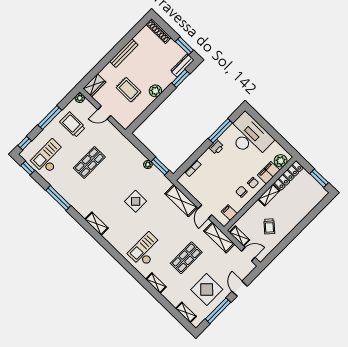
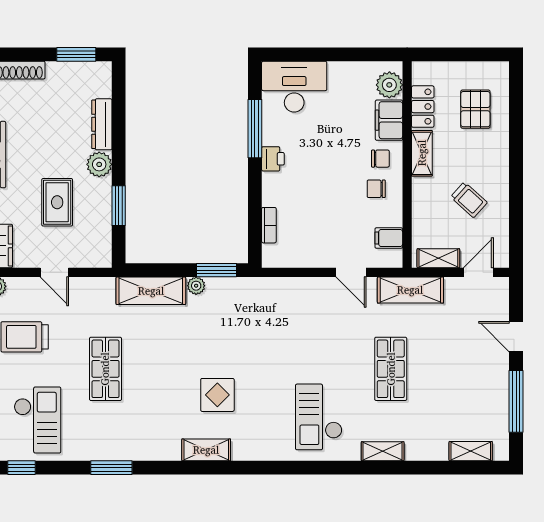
dresser: (182, 65) -> (102, 124), moved
window: (181, 78) -> (119, 206), moved
rug: (129, 90) -> (57, 202), turned 90
door: (104, 113) -> (54, 272), hinge flipped
desk: (249, 136) -> (294, 87), width x0.73, depth x0.77
checkout: (49, 157) -> (37, 420), turned 180
locker: (289, 175) -> (423, 107), width x0.66
window: (319, 178) -> (472, 54), removed
window: (58, 198) -> (111, 468), width x0.69
pallet: (302, 198) -> (475, 109), added
display table: (136, 201) -> (217, 395), moved
shelving: (181, 201) -> (151, 291), moved
display table: (207, 289) -> (468, 386), removed

